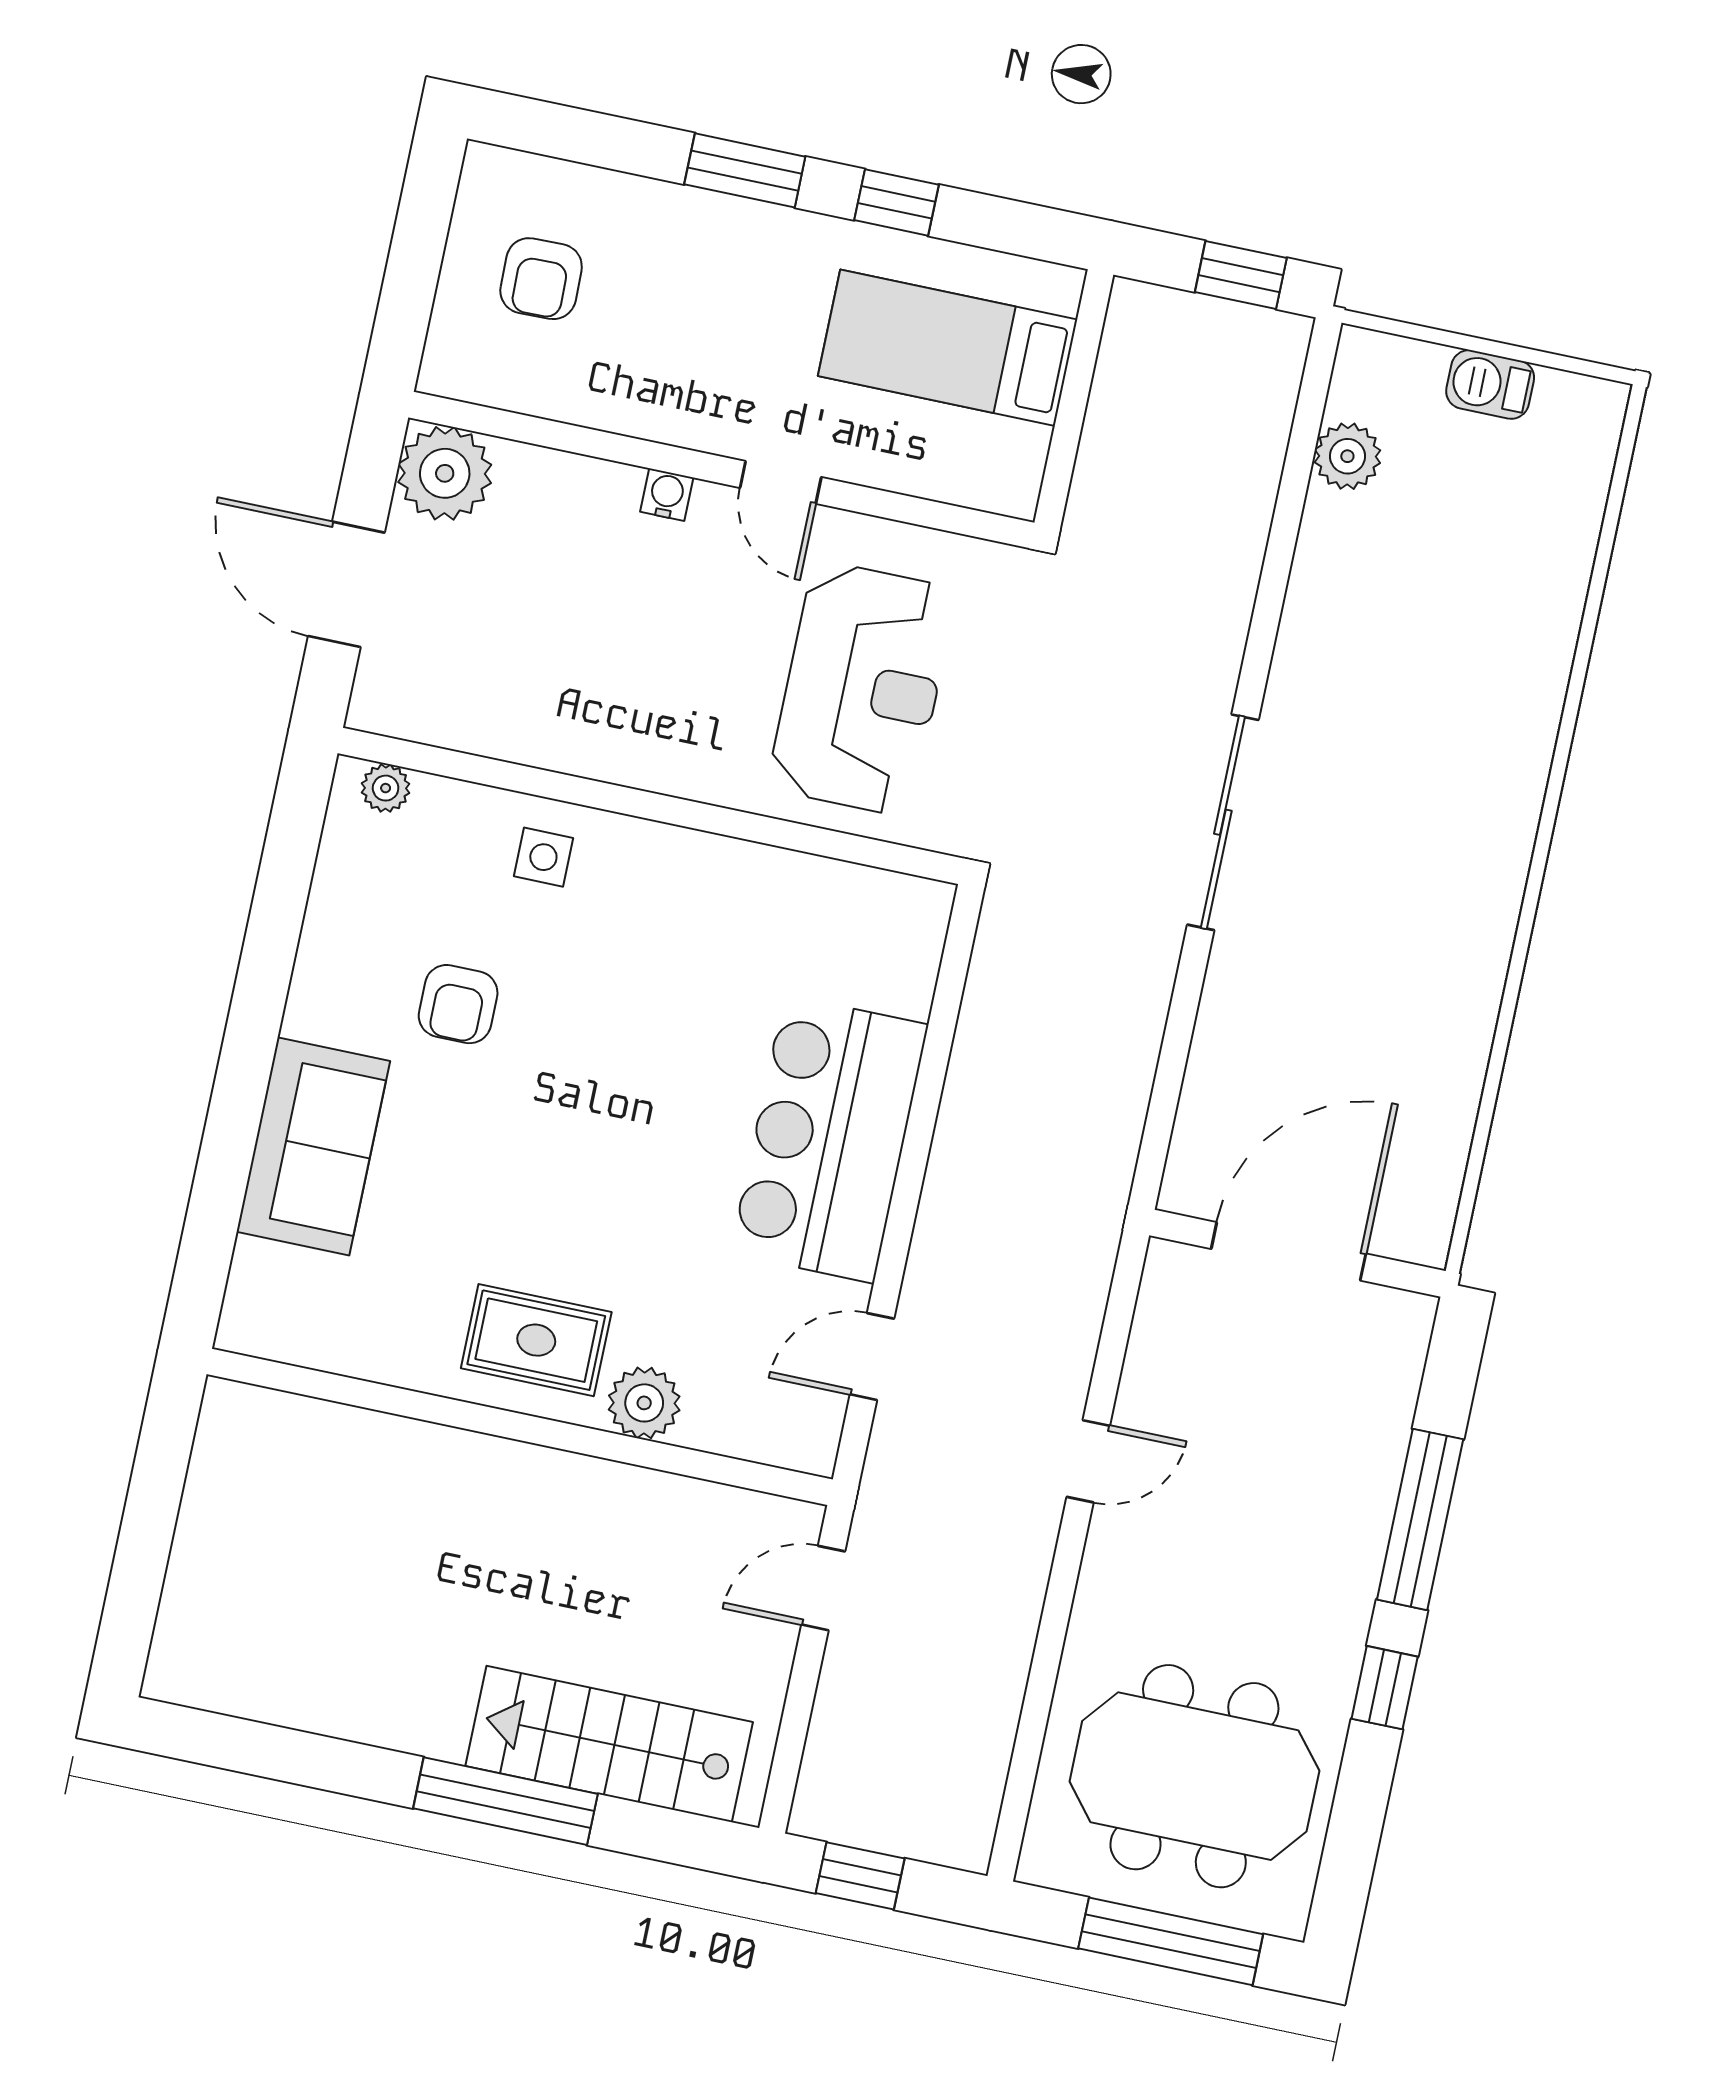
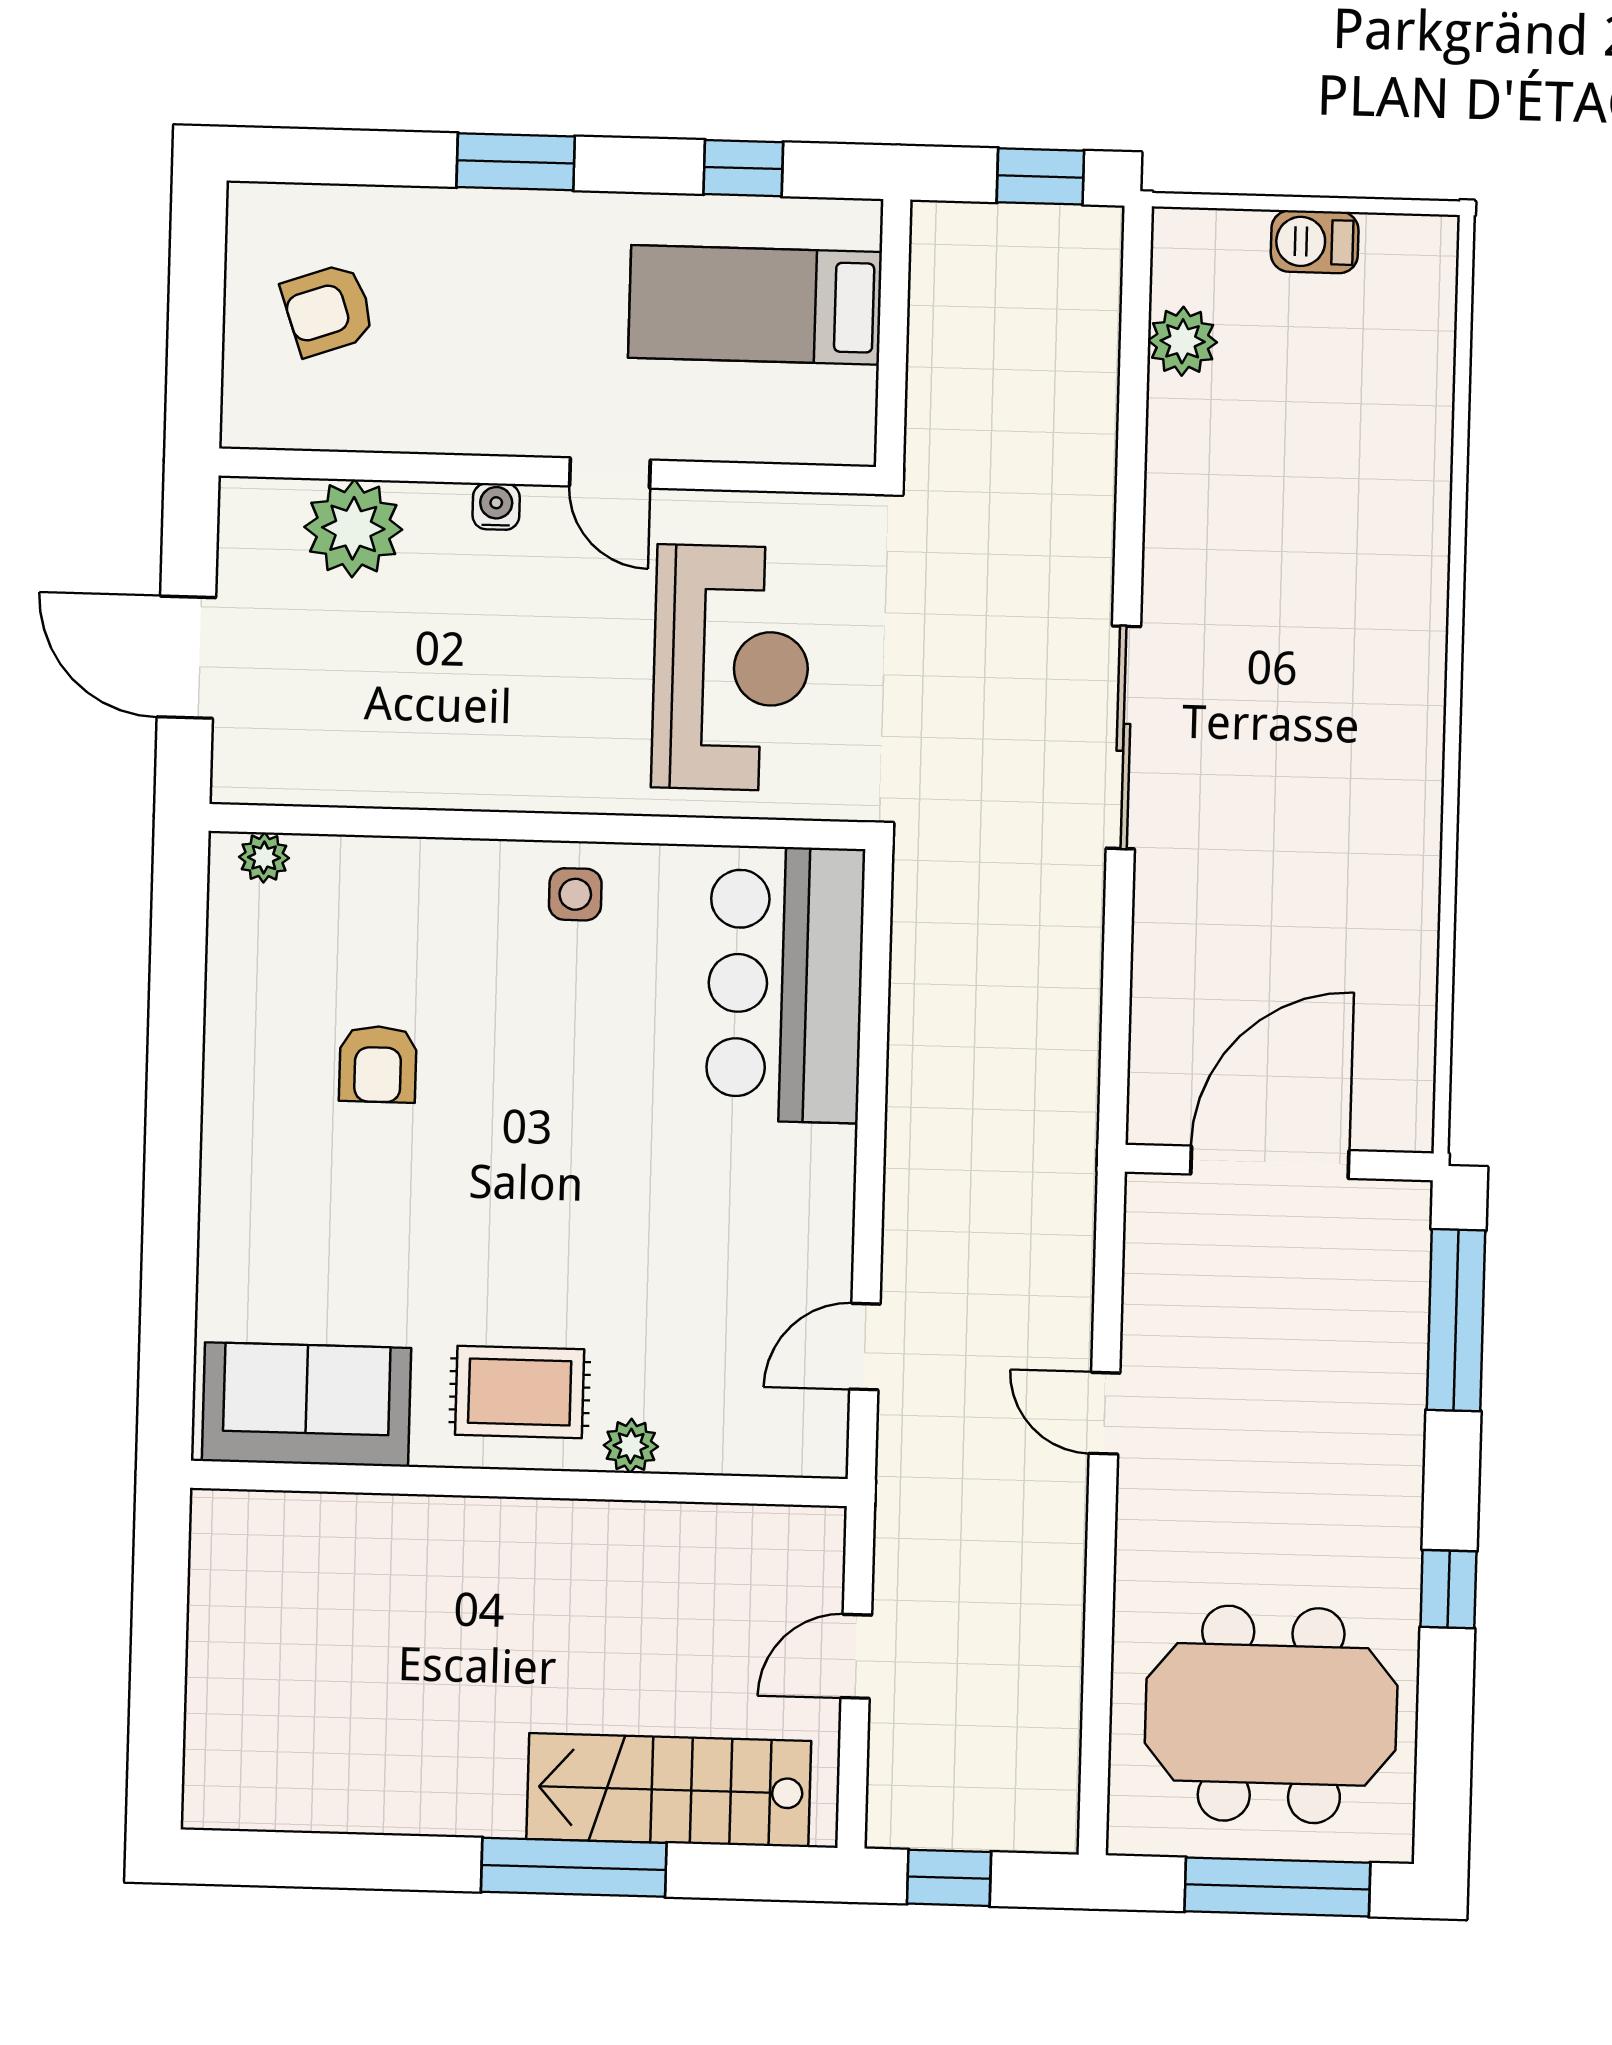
window: (896, 202) -> (743, 168), moved
armchair: (541, 279) -> (328, 310), turned 72
plant: (445, 473) -> (353, 528), moved
side table: (543, 857) -> (575, 894), moved
bar counter: (829, 1139) -> (785, 984), moved
sofa: (313, 1146) -> (306, 1404), moved, turned -90
plant: (644, 1403) -> (631, 1446), width x0.73, depth x0.73
door: (1088, 1461) -> (1105, 1413), swing flipped
window: (1420, 1519) -> (1456, 1320), moved
door: (823, 1588) -> (856, 1656), moved

